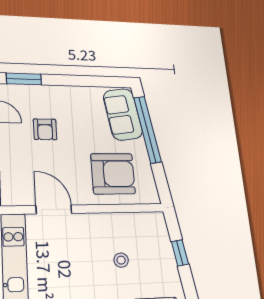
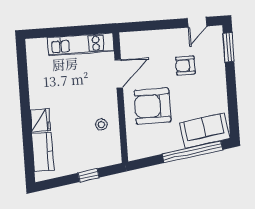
armchair: (113, 174) -> (152, 106), moved, turned 90
stool: (121, 260) -> (101, 124), moved

